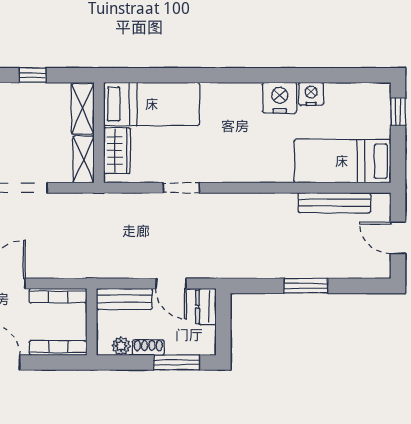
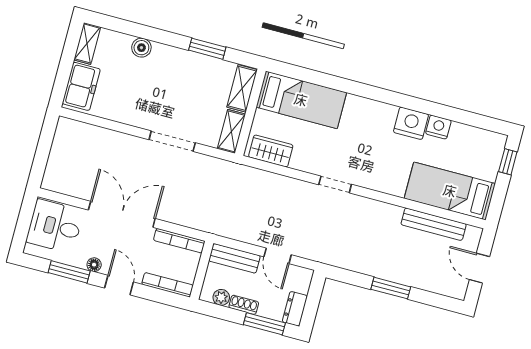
window: (33, 75) -> (207, 49), width x1.50
wardrobe: (117, 151) -> (271, 151), moved, turned -90
doorway: (181, 188) -> (335, 184), moved
dresser: (206, 307) -> (295, 309), moved

